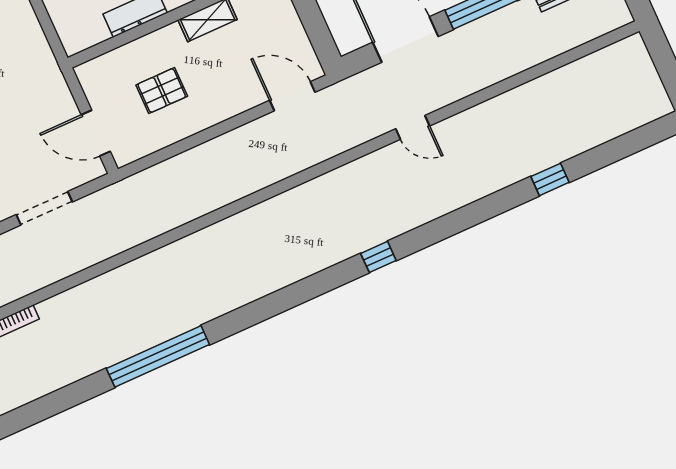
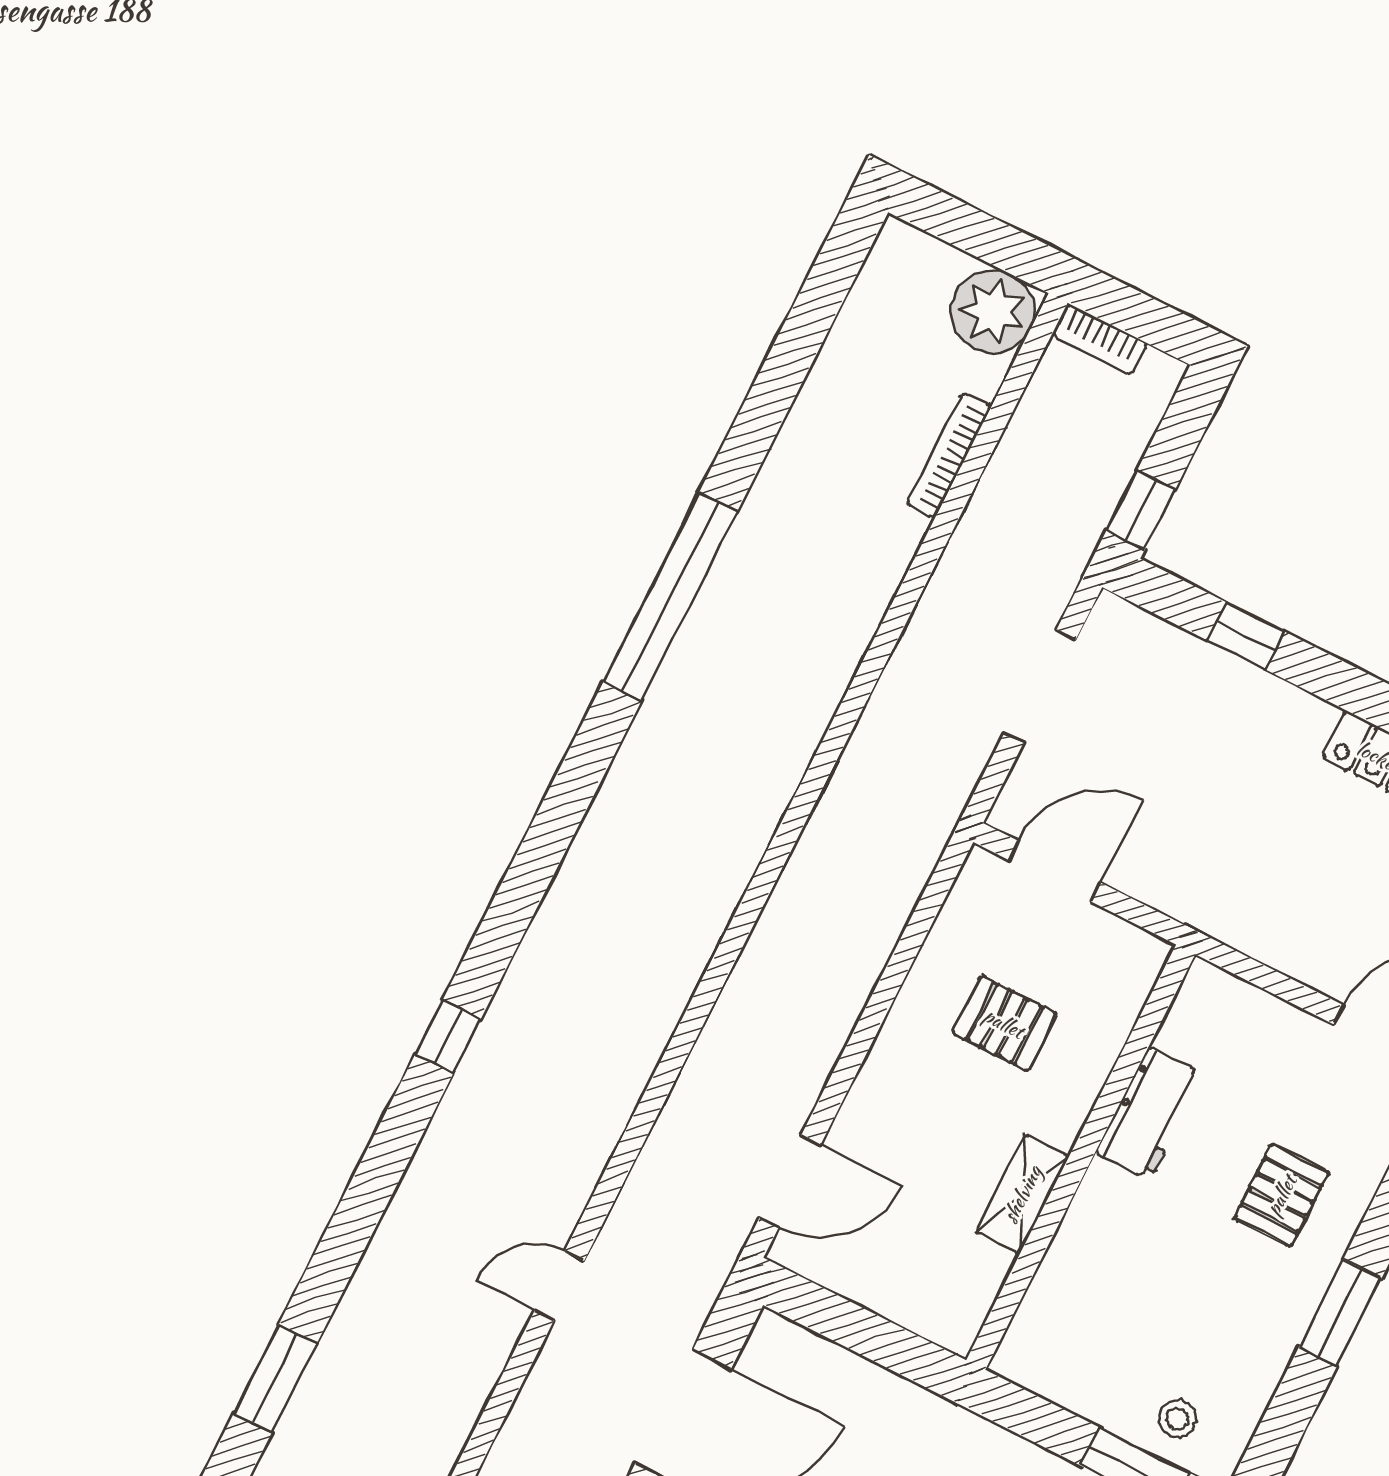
pallet: (162, 91) -> (1004, 1023), turned 90
window: (550, 179) -> (275, 1379), width x1.50

